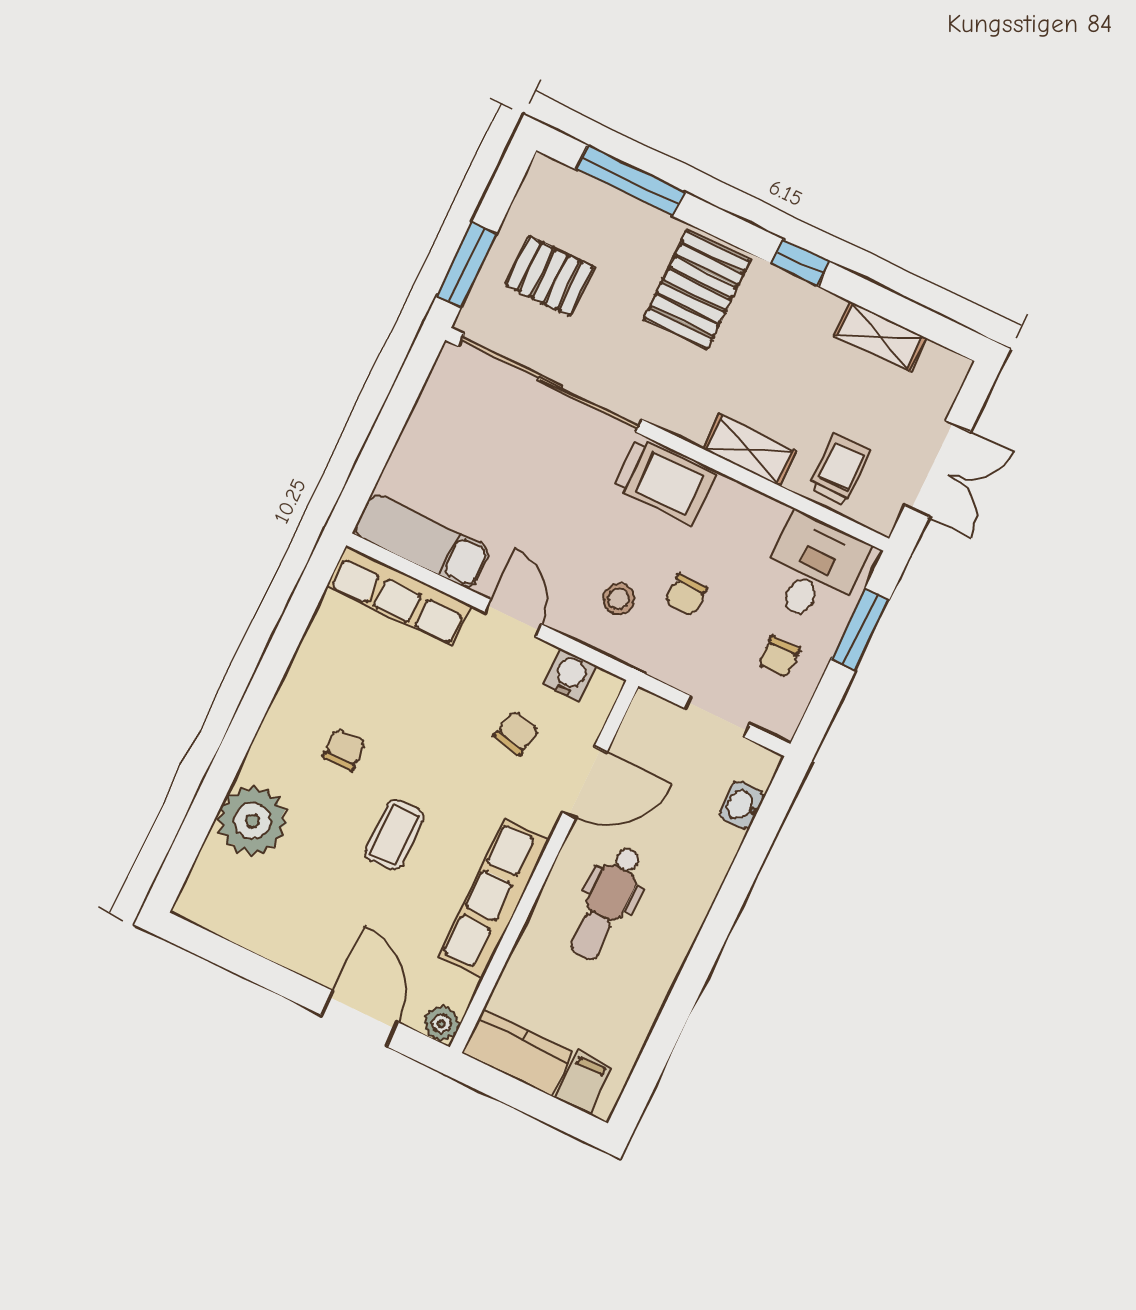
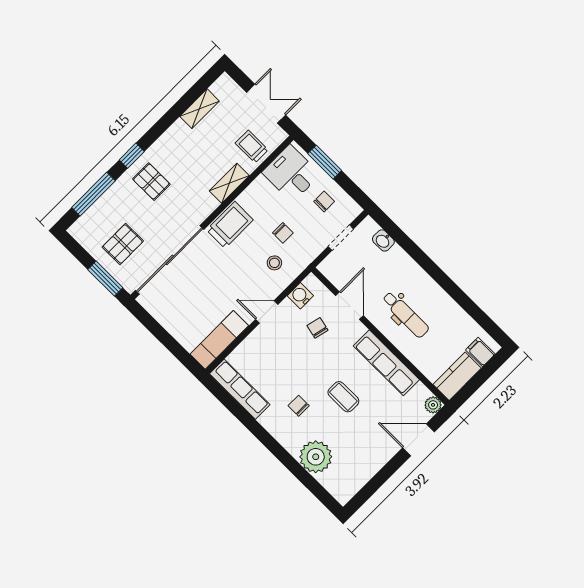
window: (800, 263) -> (132, 156), moved
pallet: (697, 290) -> (151, 182), width x0.67, depth x0.71
row of seats: (399, 596) -> (240, 389), moved, turned -90
chair: (779, 657) -> (324, 201), turned -90

